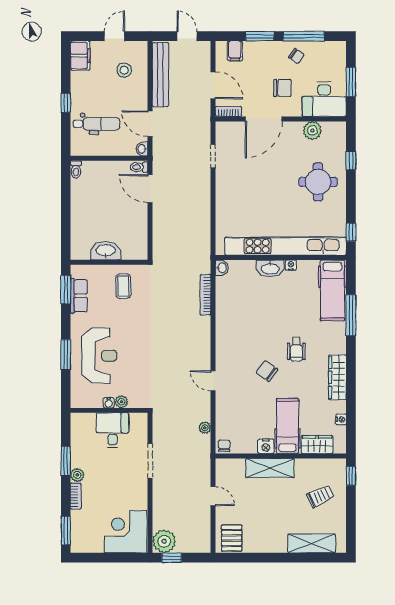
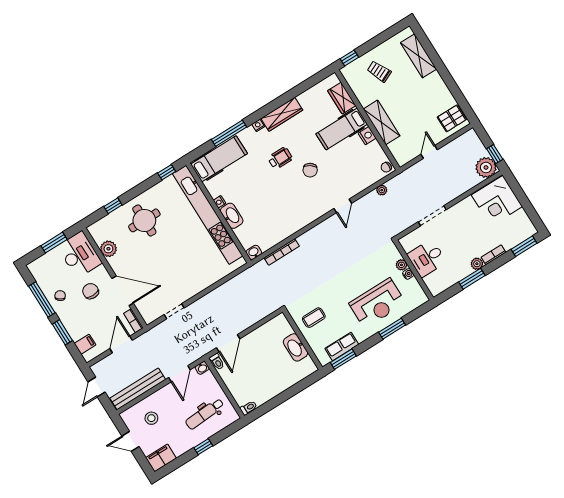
dental chair: (96, 124) -> (205, 414), turned -94
reception desk: (99, 356) -> (377, 303), turned 180
nightstand: (341, 419) -> (258, 125), moved

